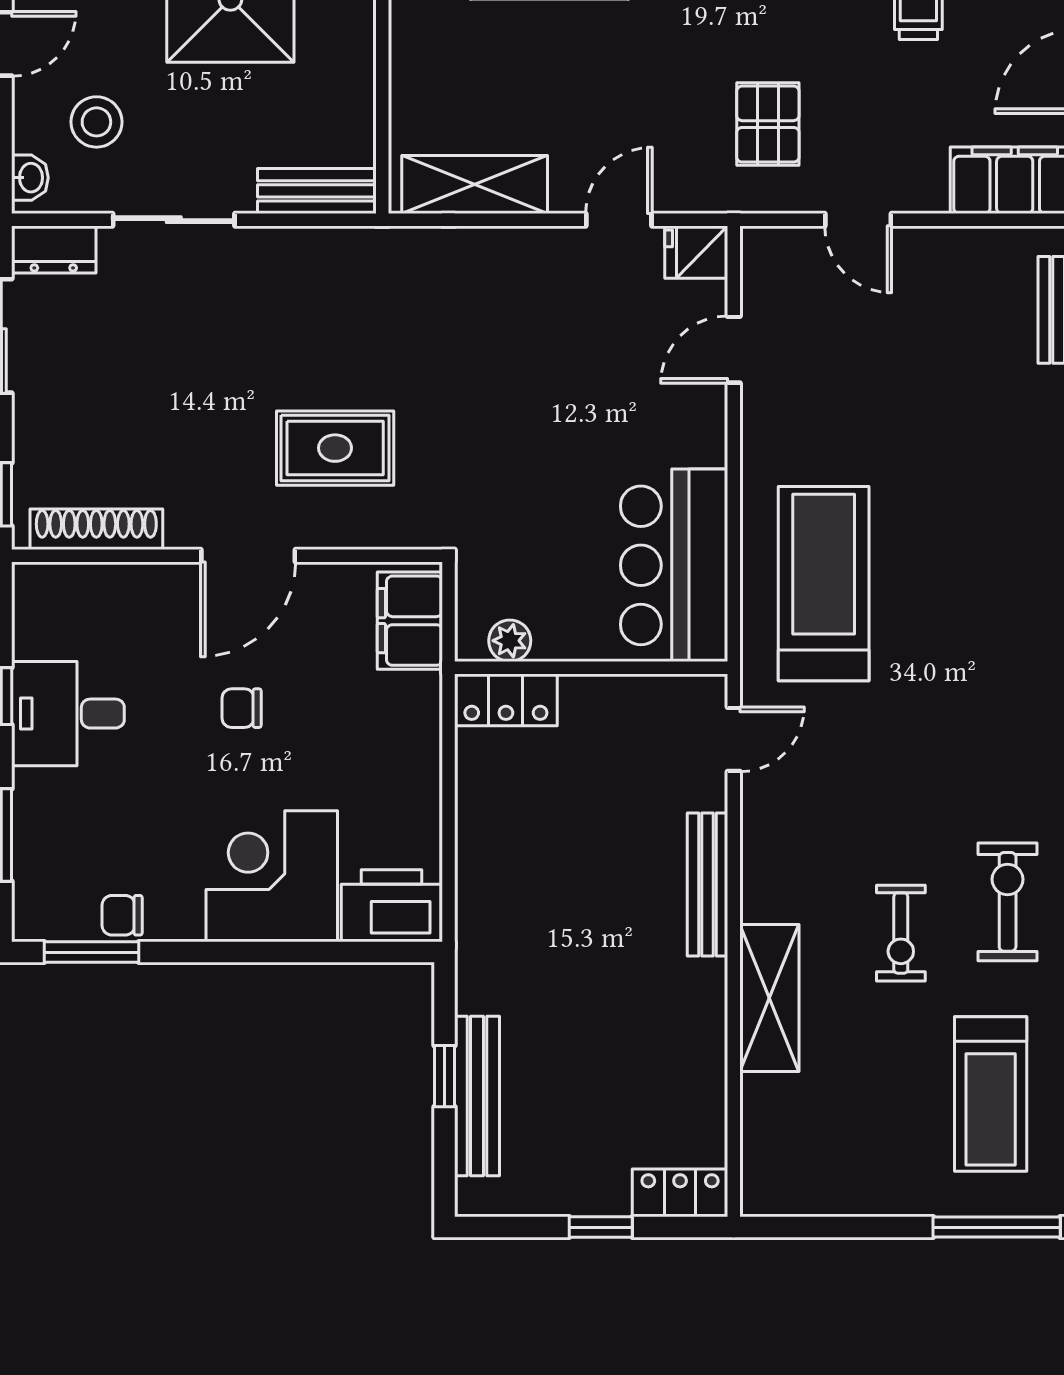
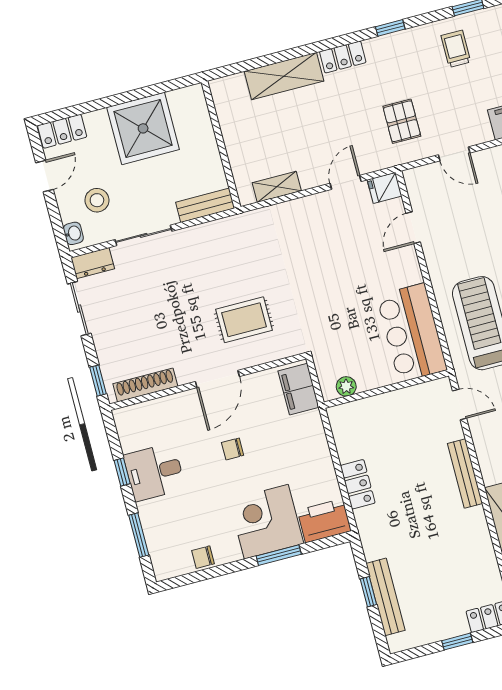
shelving: (475, 184) -> (277, 187), width x0.67, depth x0.75
locker: (506, 700) -> (358, 484), moved, turned -90
door: (734, 739) -> (460, 404), hinge flipped
window: (92, 952) -> (279, 555), moved

